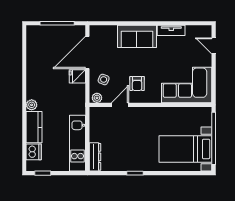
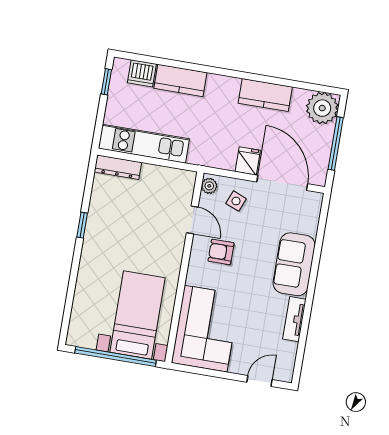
kitchen counter: (34, 72) -> (265, 95), added
plant: (32, 105) -> (322, 108), moved, width x1.88, depth x1.88
bed with nightstands: (185, 149) -> (138, 315), moved

